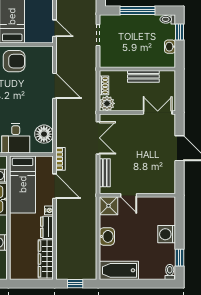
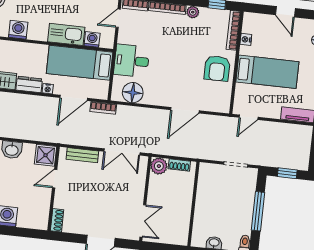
bench: (143, 76) -> (184, 210), removed
shoe rack: (165, 189) -> (57, 220), added

